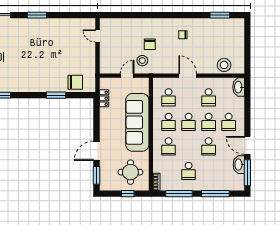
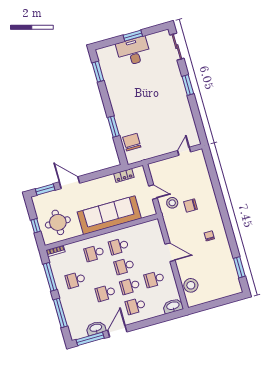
door: (188, 76) -> (170, 252), hinge flipped
chair: (75, 82) -> (132, 142), turned 180
school desk: (169, 97) -> (143, 239), removed

